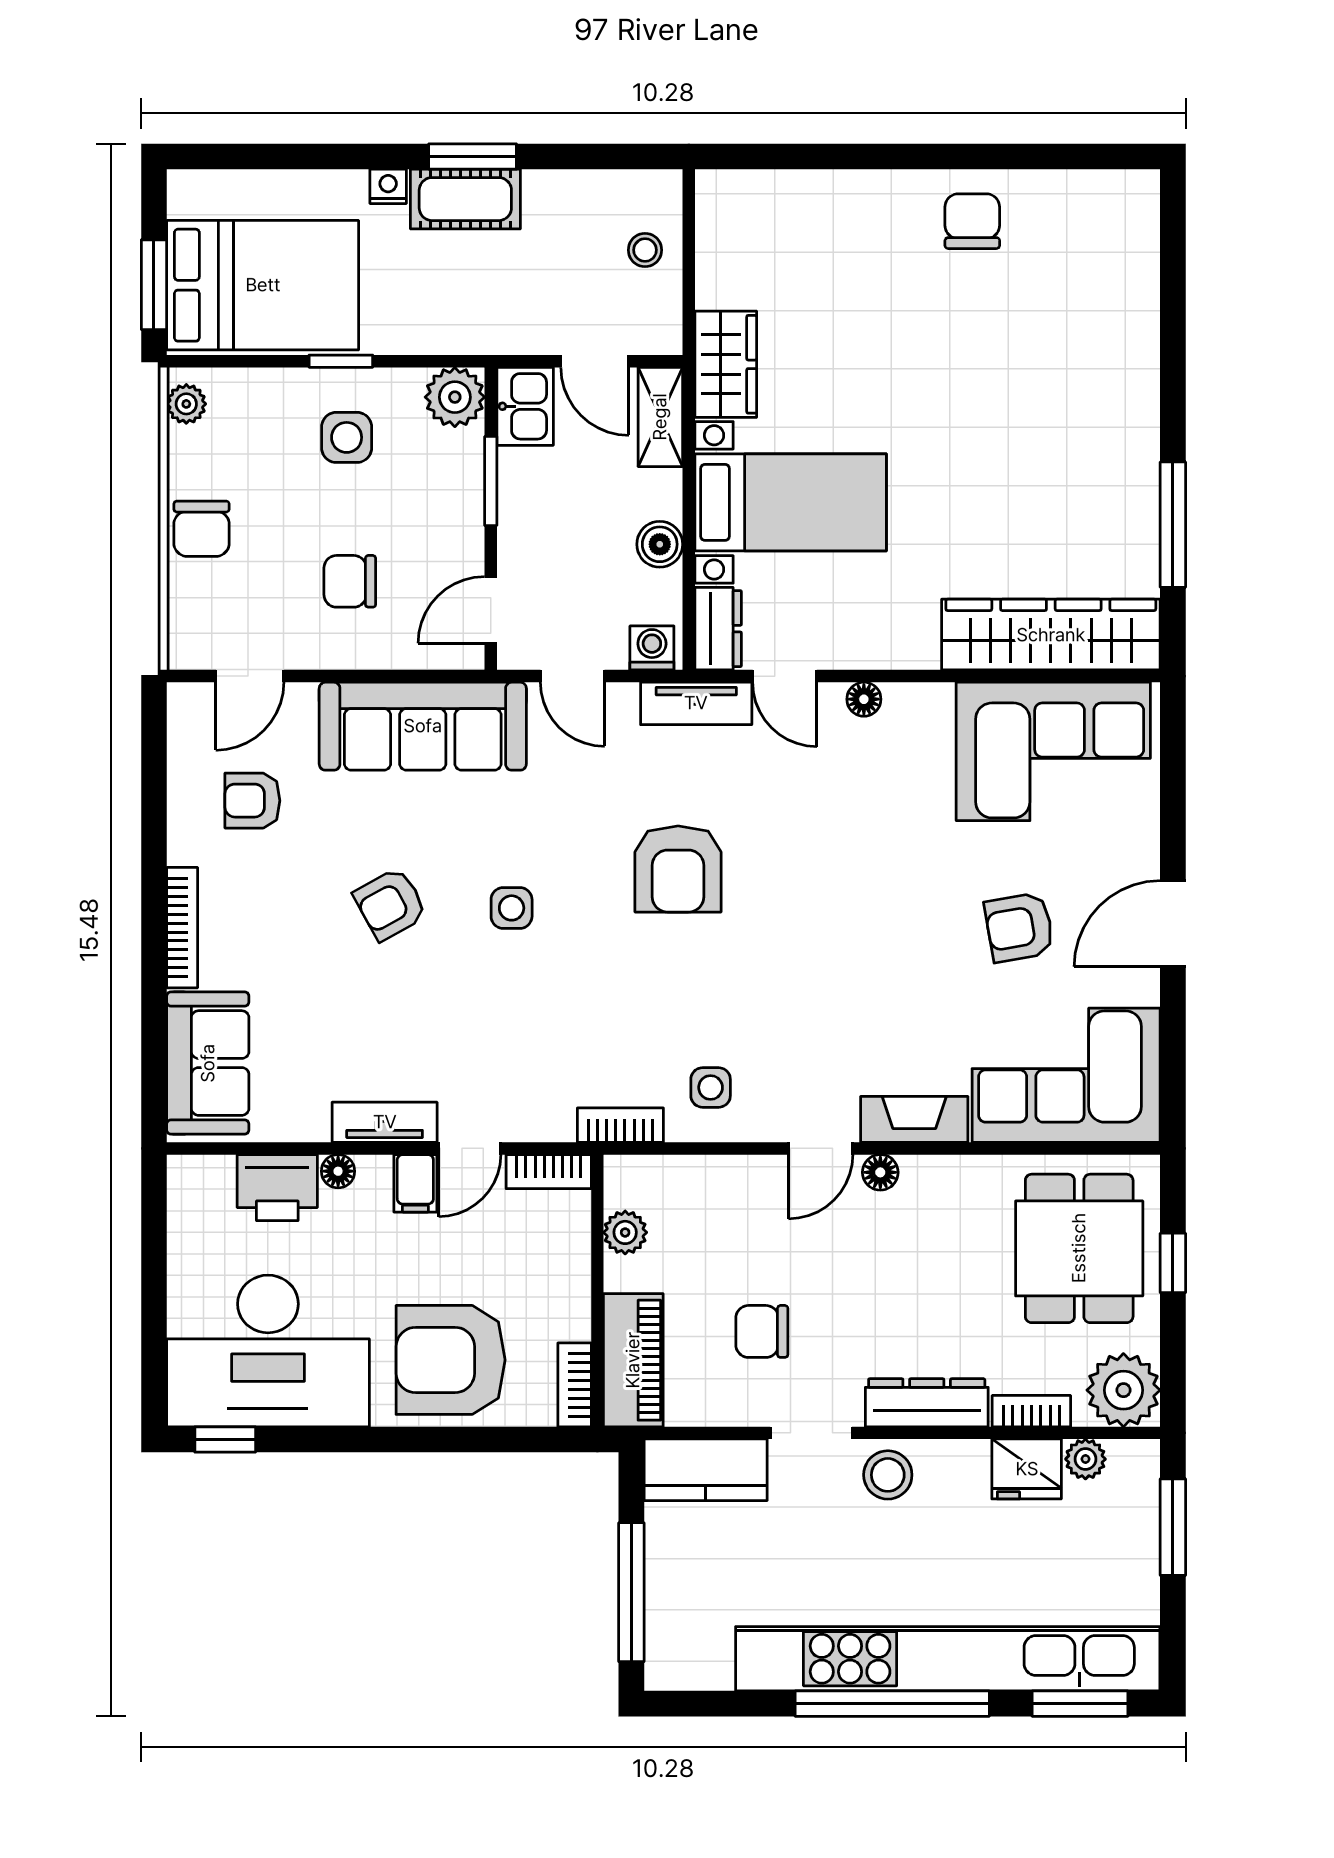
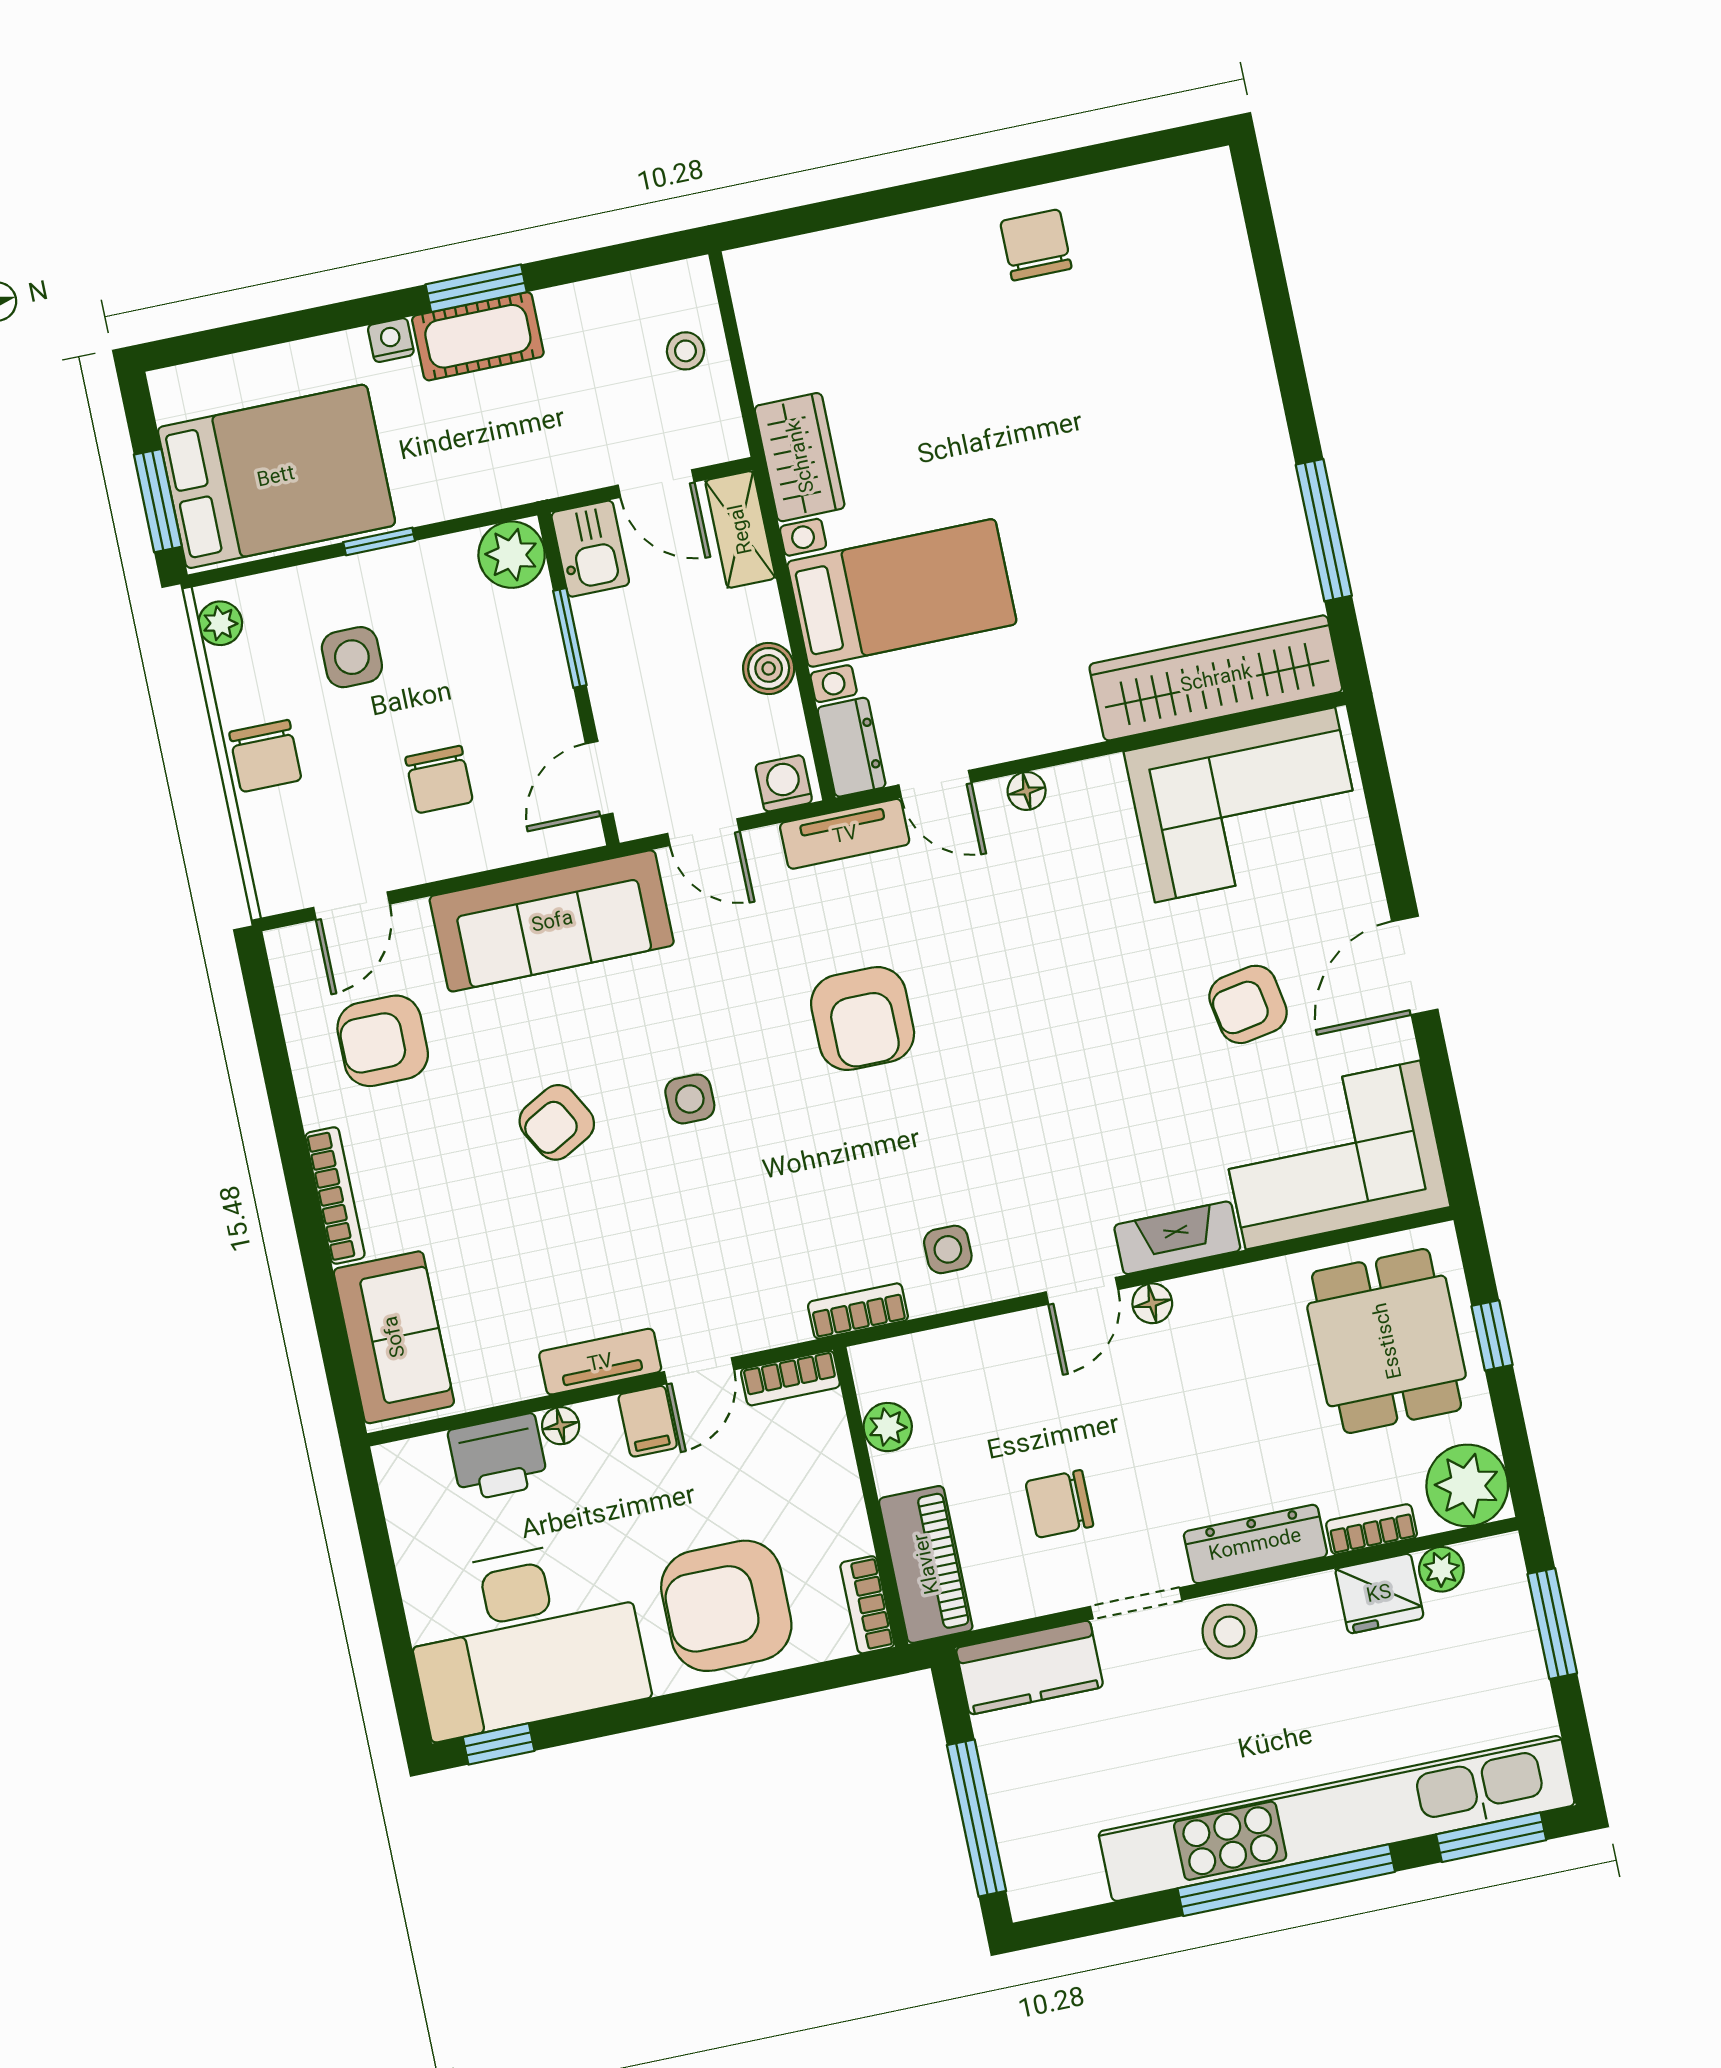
side table: (347, 437) -> (352, 657), moved
chair: (350, 581) -> (439, 780), turned -90
armchair: (252, 801) -> (383, 1041), width x1.38, depth x1.38

